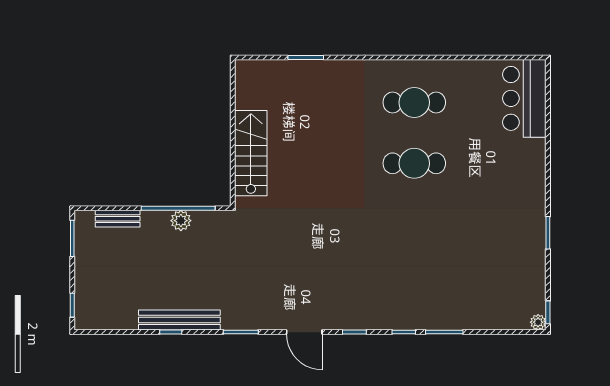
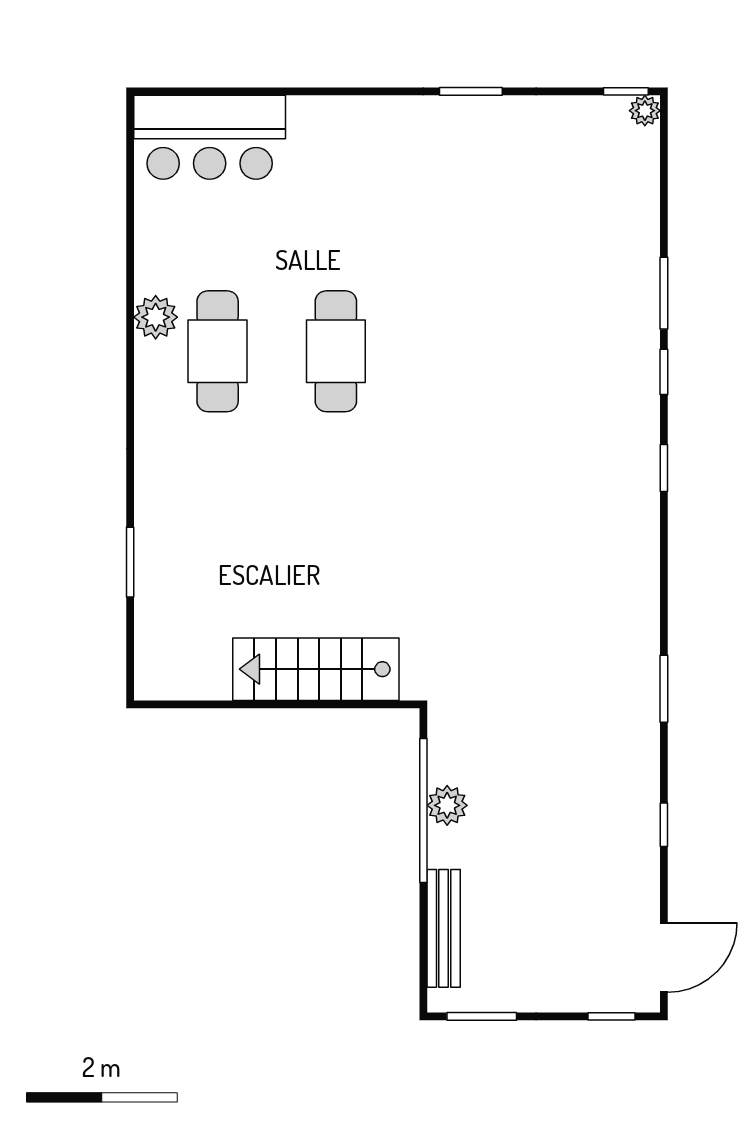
plant: (432, 71) -> (156, 317), added
bench: (118, 219) -> (444, 928), width x1.36
bench: (179, 320) -> (640, 808), removed
door: (304, 332) -> (664, 957), moved

